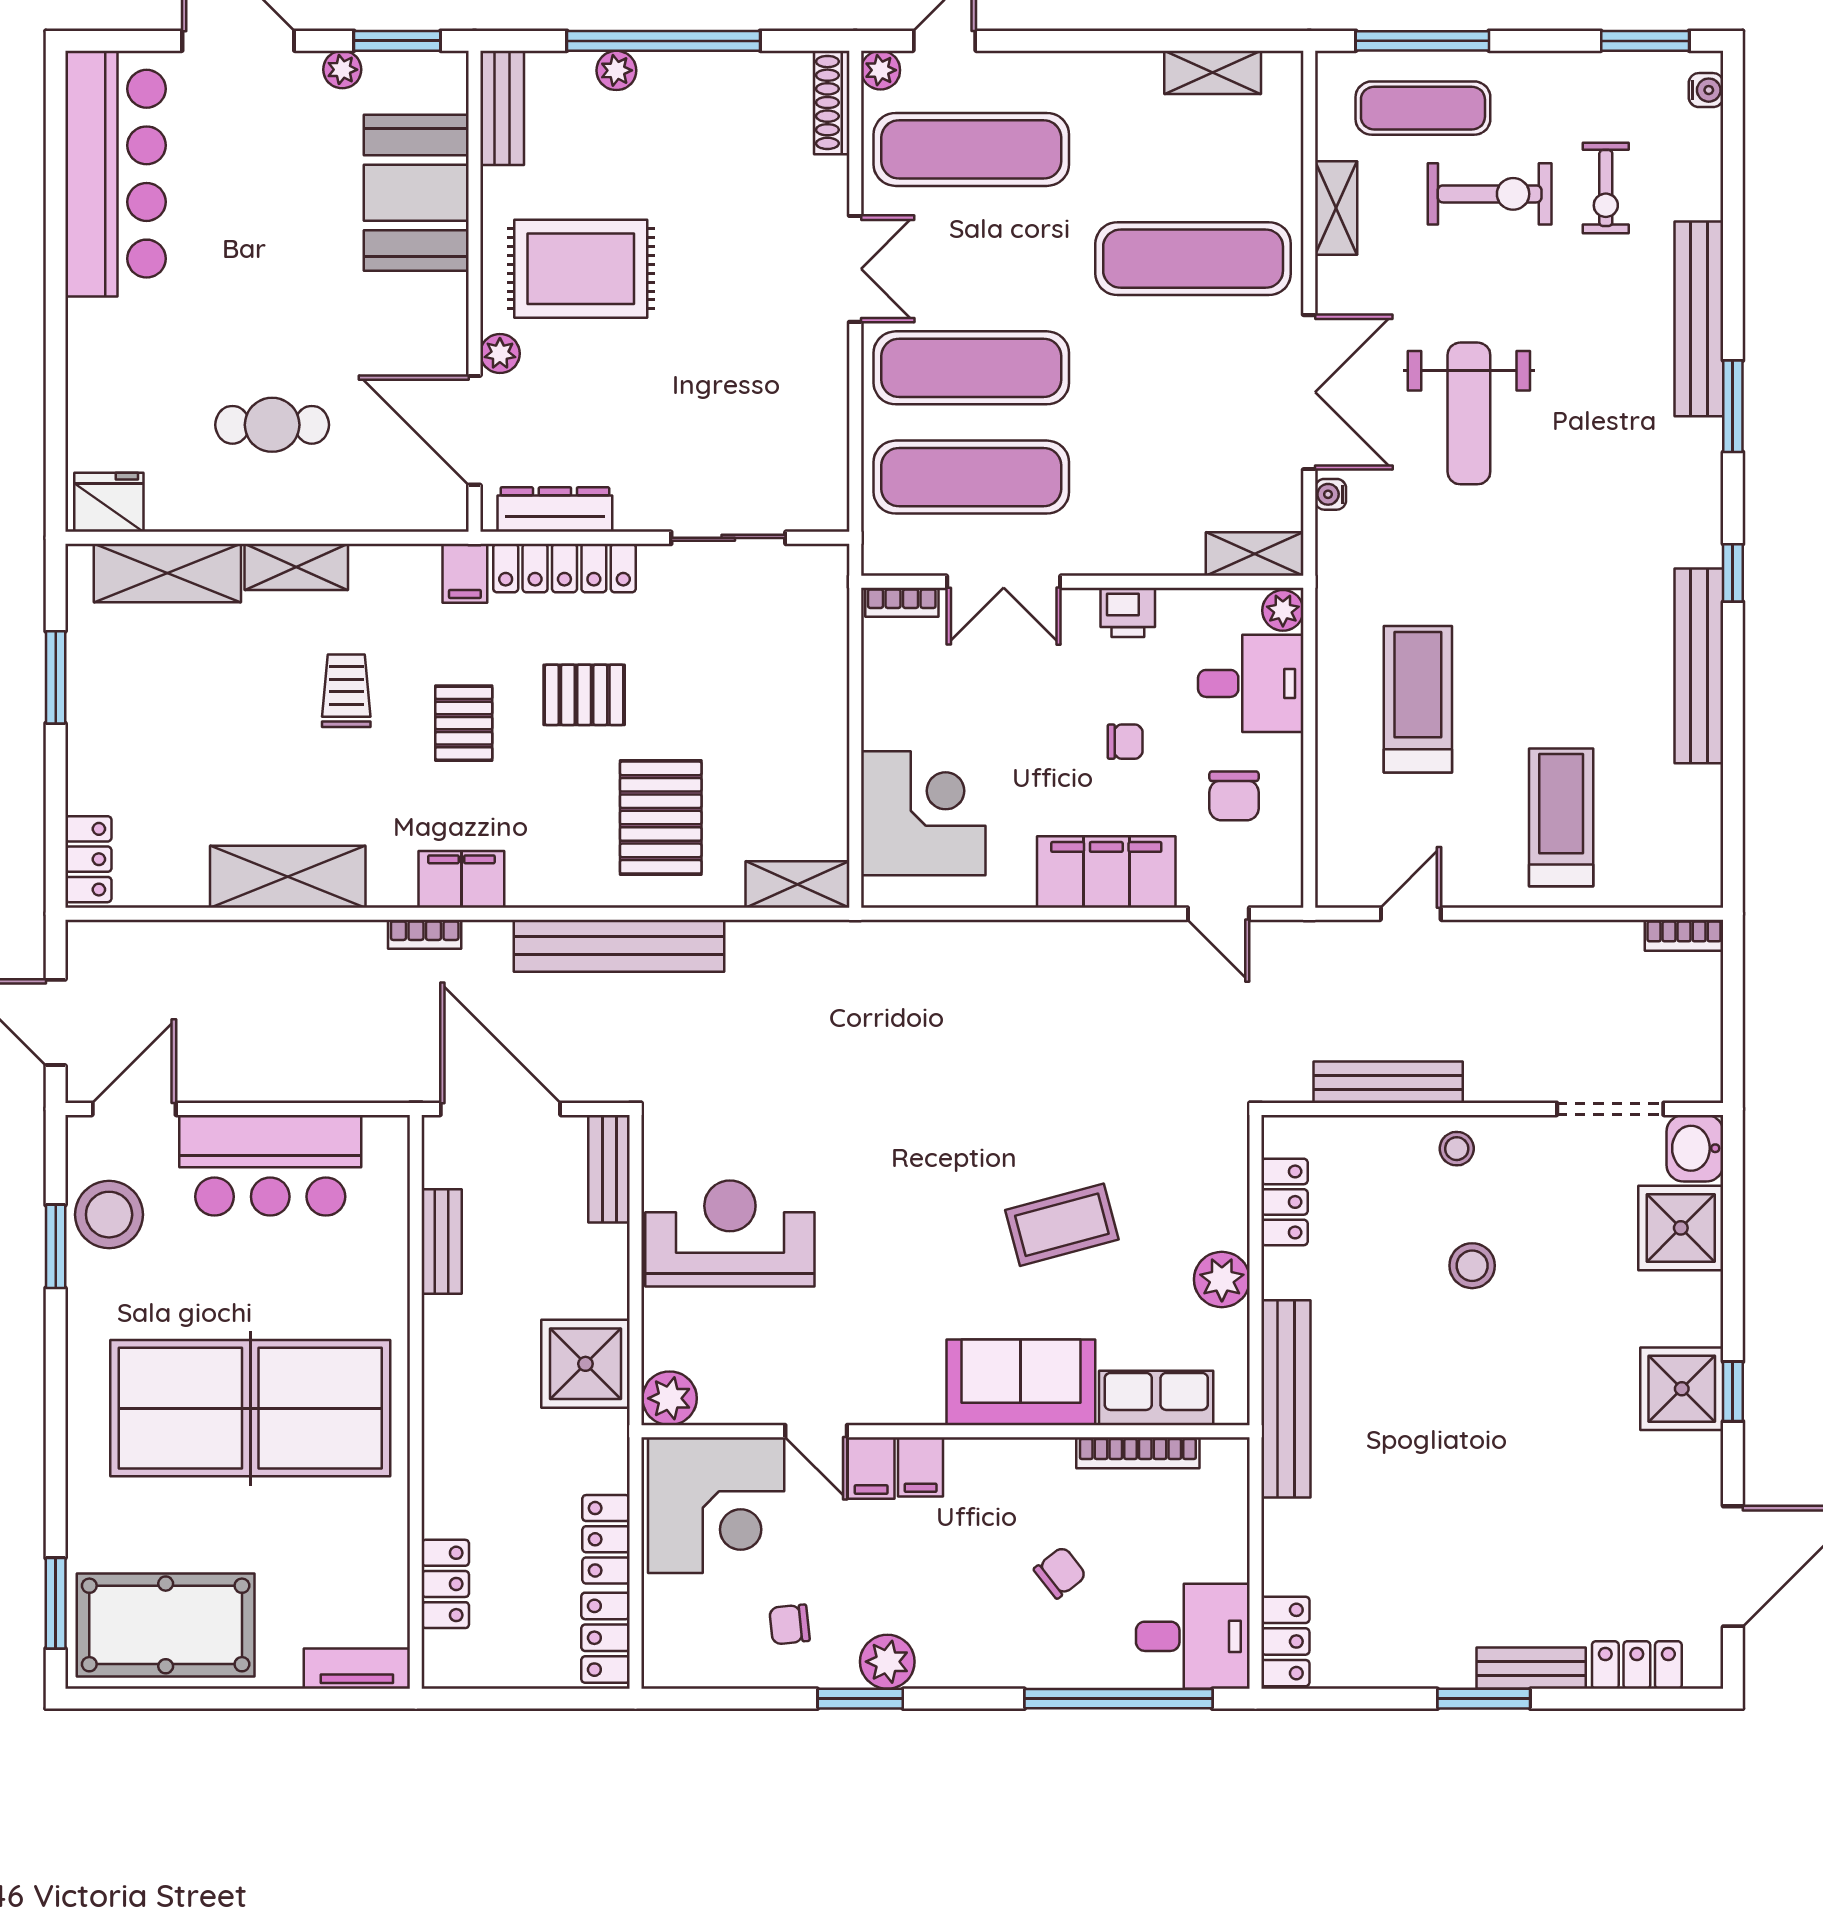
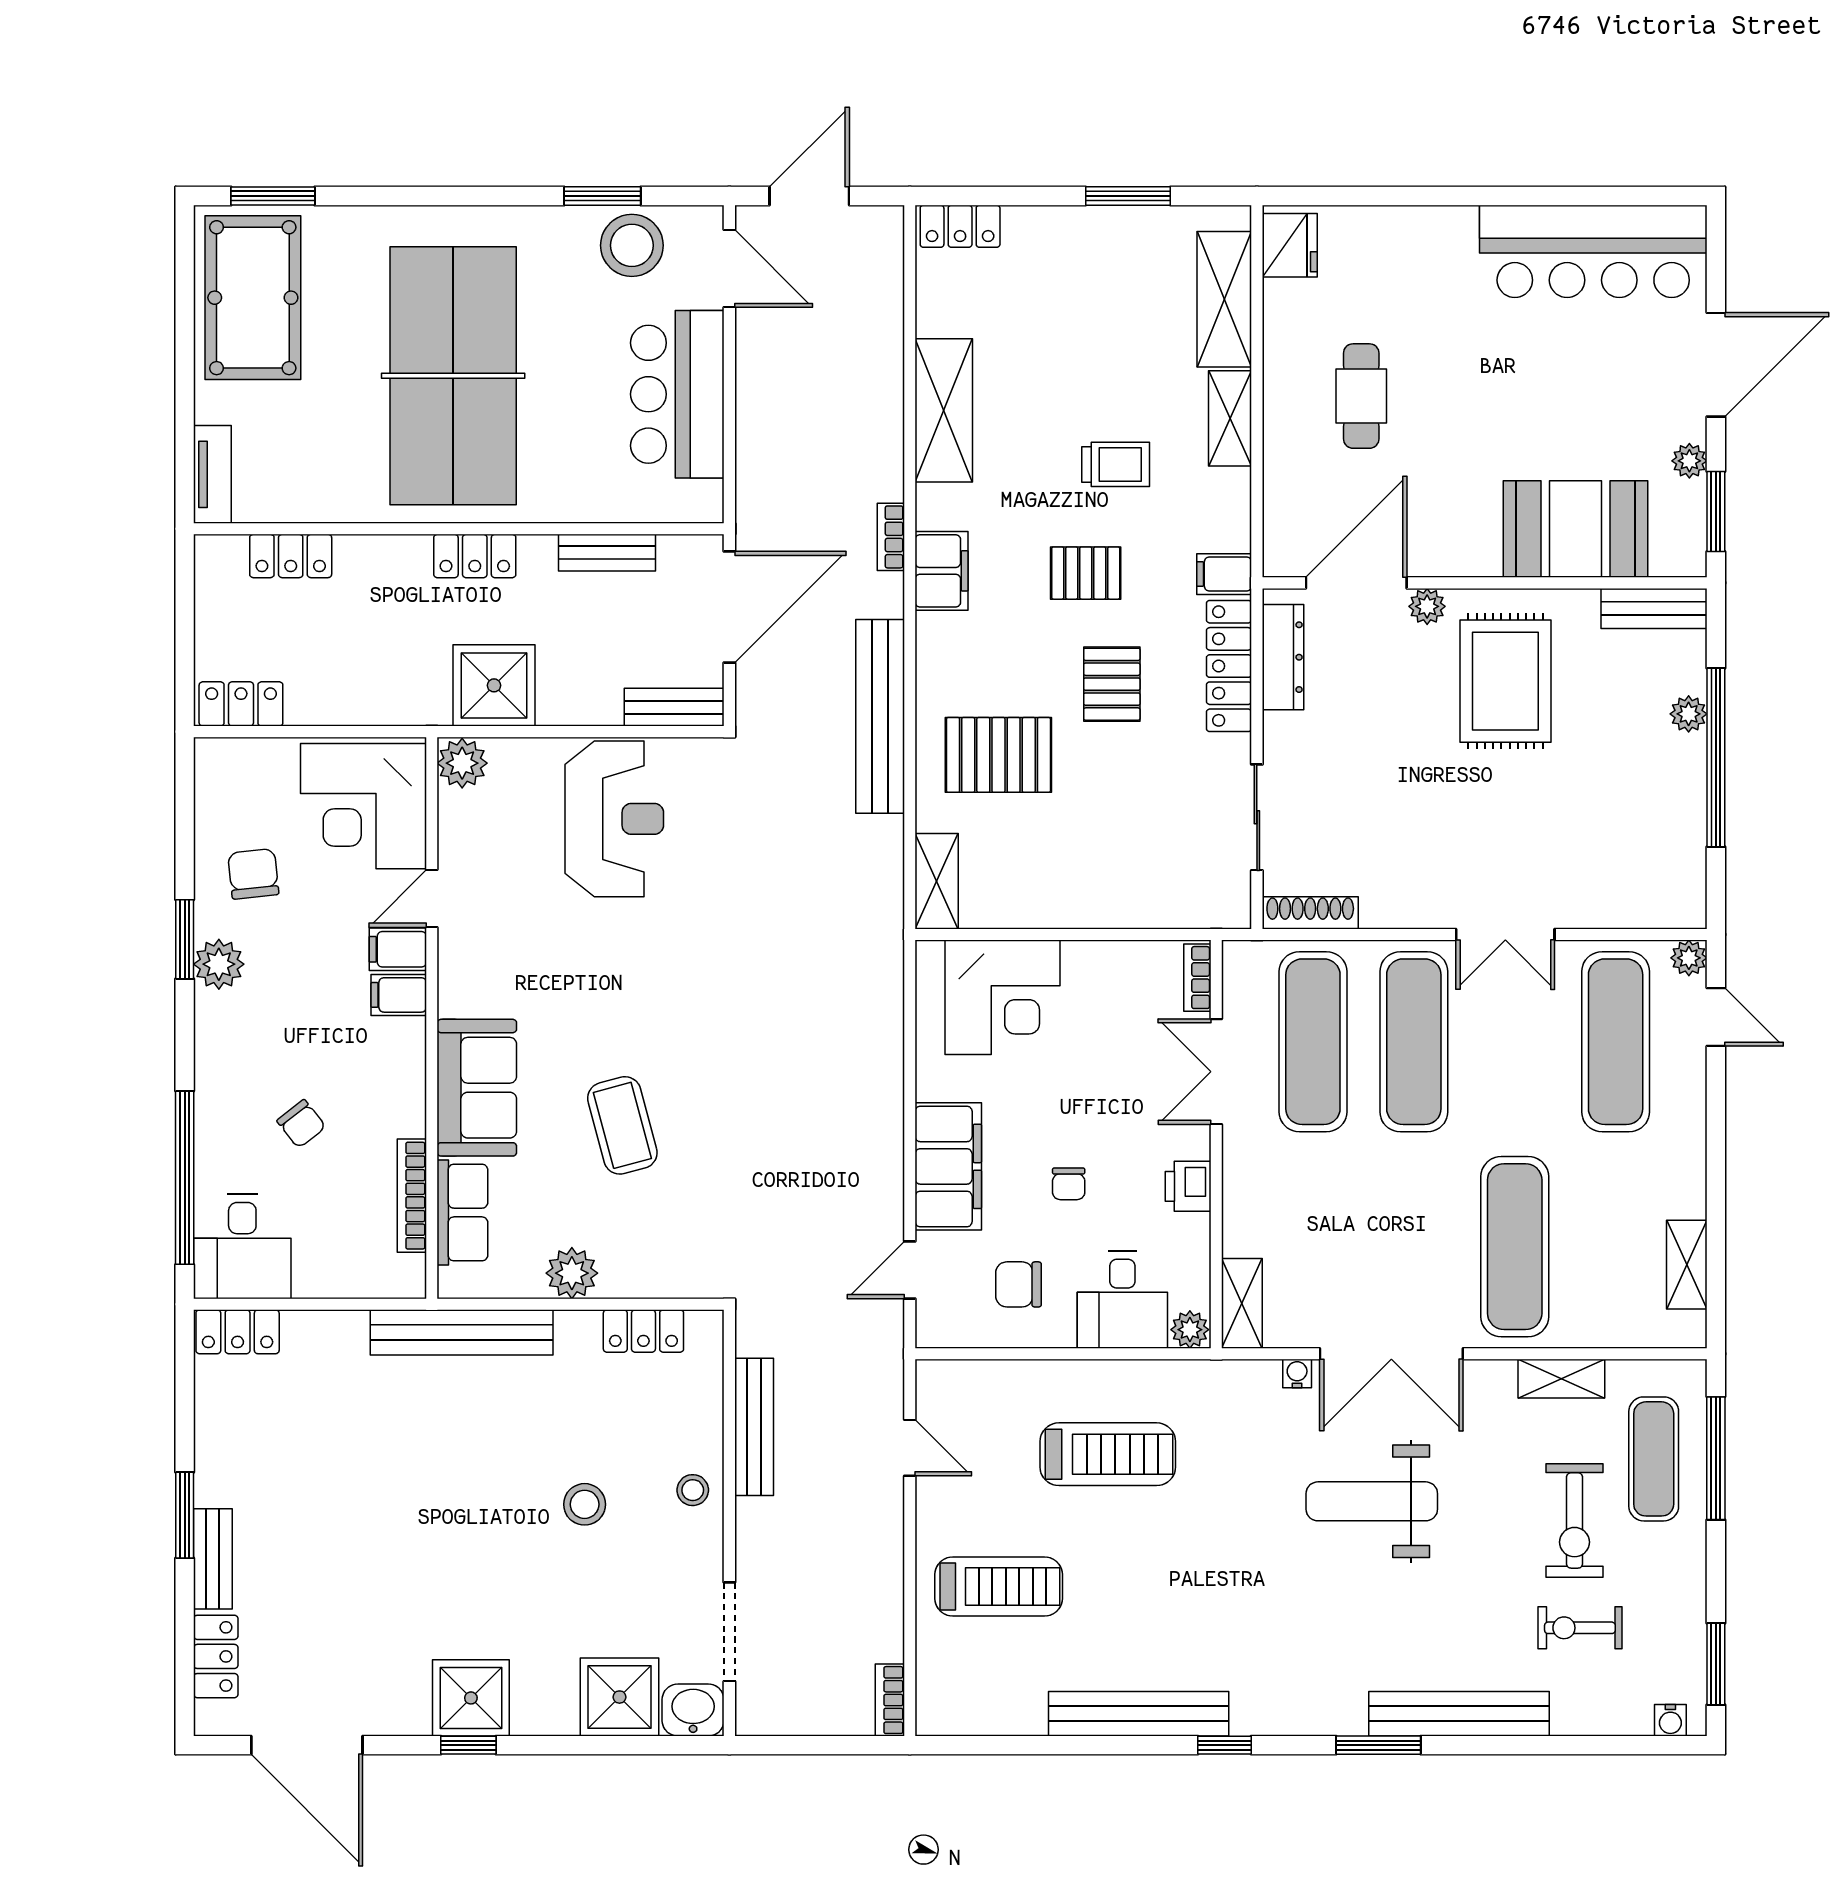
shoe rack: (832, 102) -> (1310, 913), moved
locker: (606, 1539) -> (475, 556), moved, turned 180
chair: (789, 1624) -> (253, 874), width x1.37, depth x1.37

